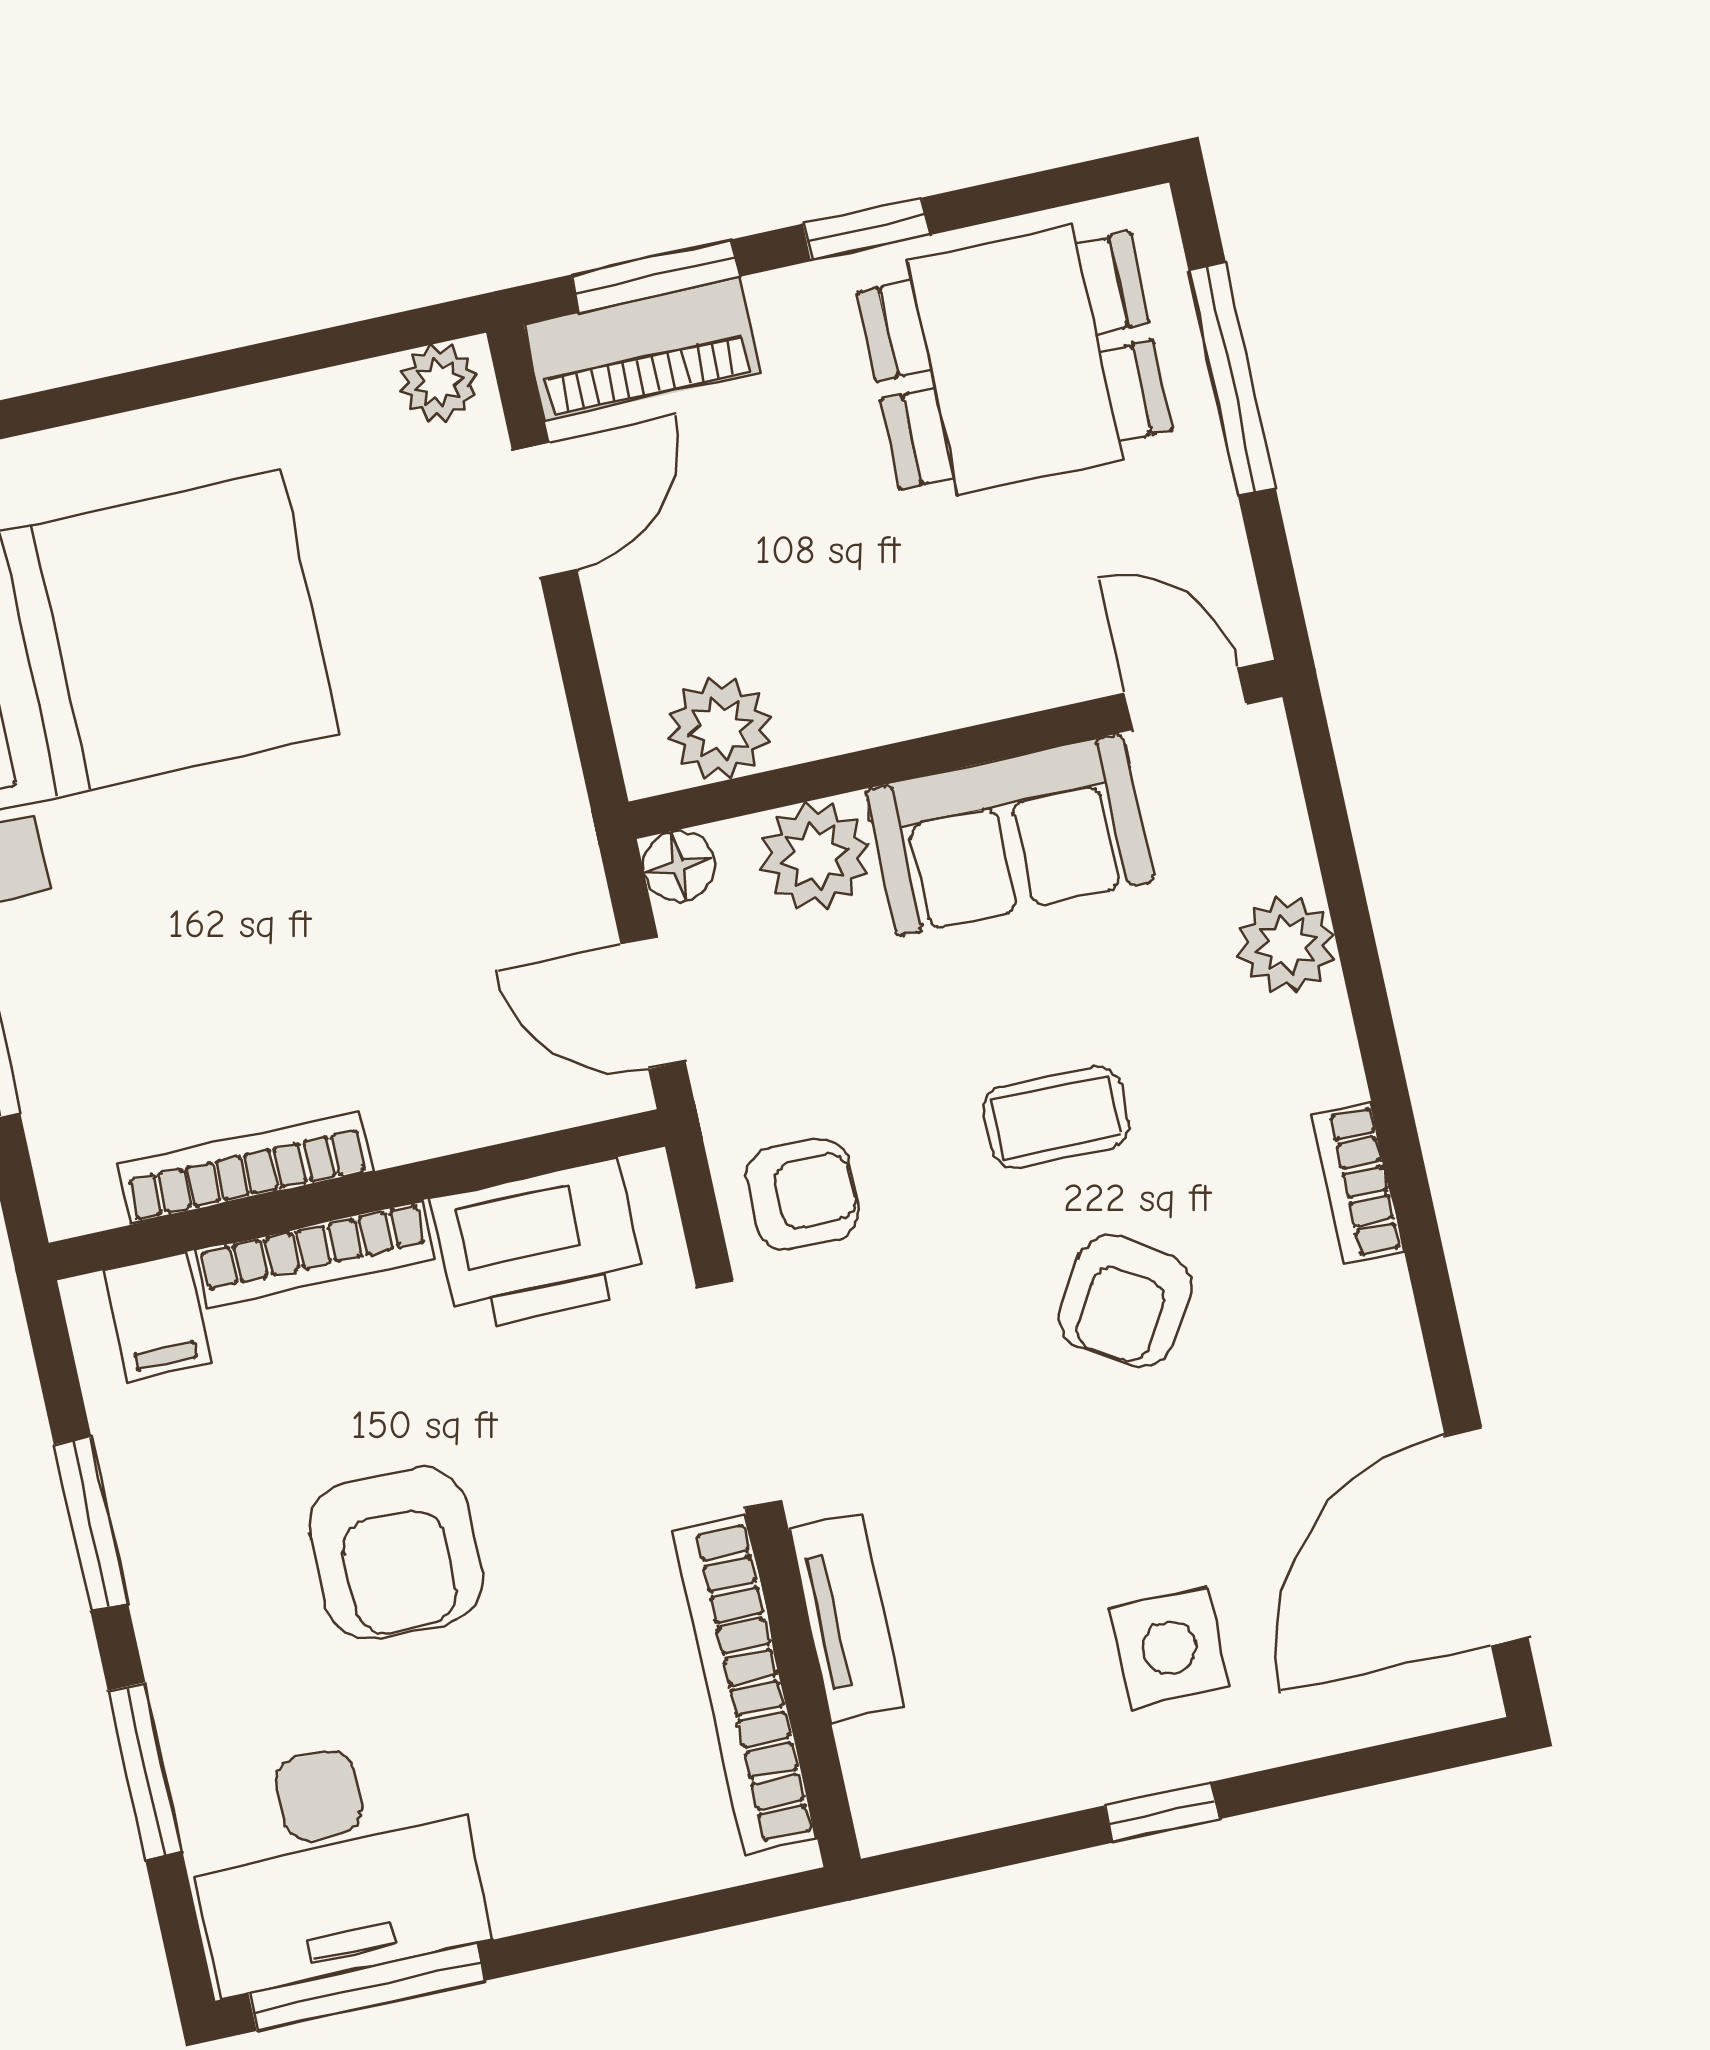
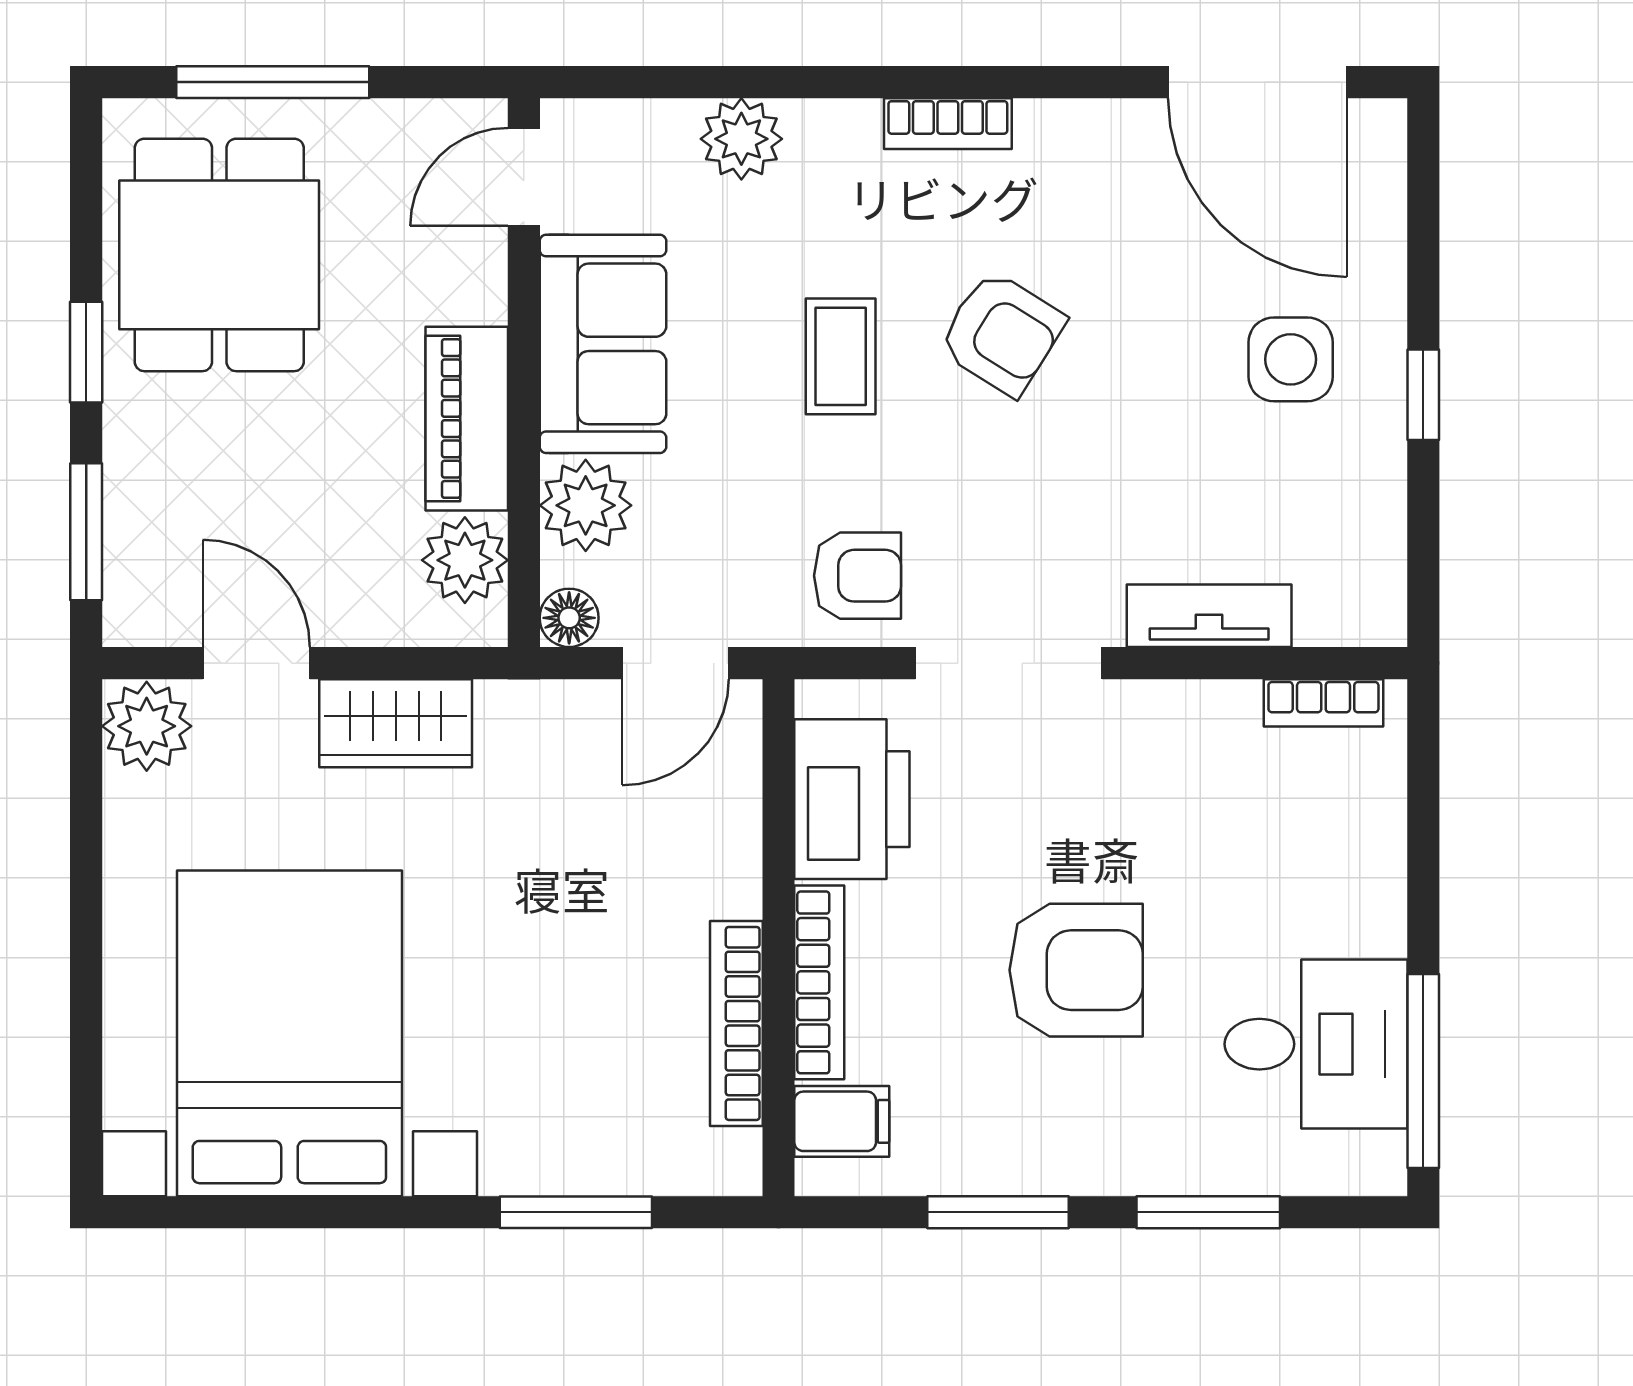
piano: (642, 349) -> (467, 419), moved, turned 180
plant: (439, 383) -> (147, 726), width x1.38, depth x1.38
wardrobe: (510, 689) -> (396, 723), added
armchair: (803, 1194) -> (857, 576), turned 90
bookcase: (745, 1685) -> (1323, 703), width x0.43, depth x0.76
desk: (334, 1862) -> (1316, 1044), width x0.73

